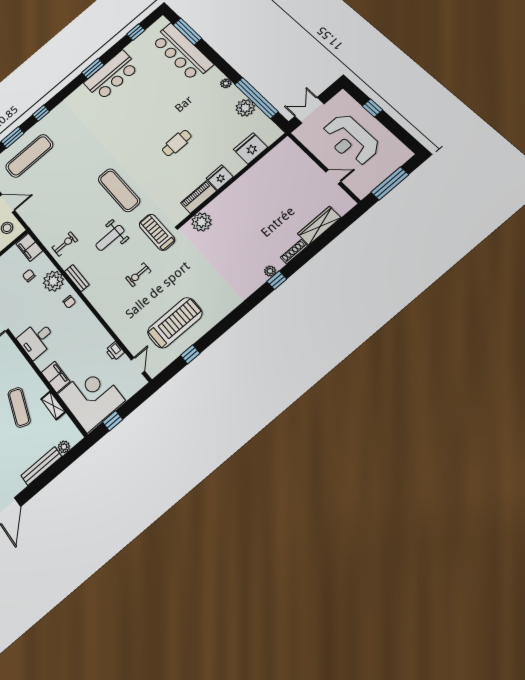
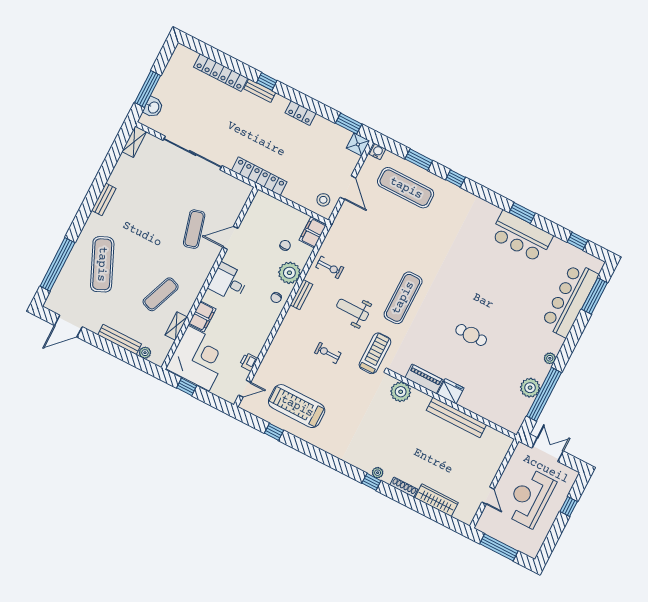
fridge: (251, 148) -> (490, 409), removed
bench: (246, 180) -> (456, 417), added
treadmill: (175, 323) -> (297, 406), turned 180

